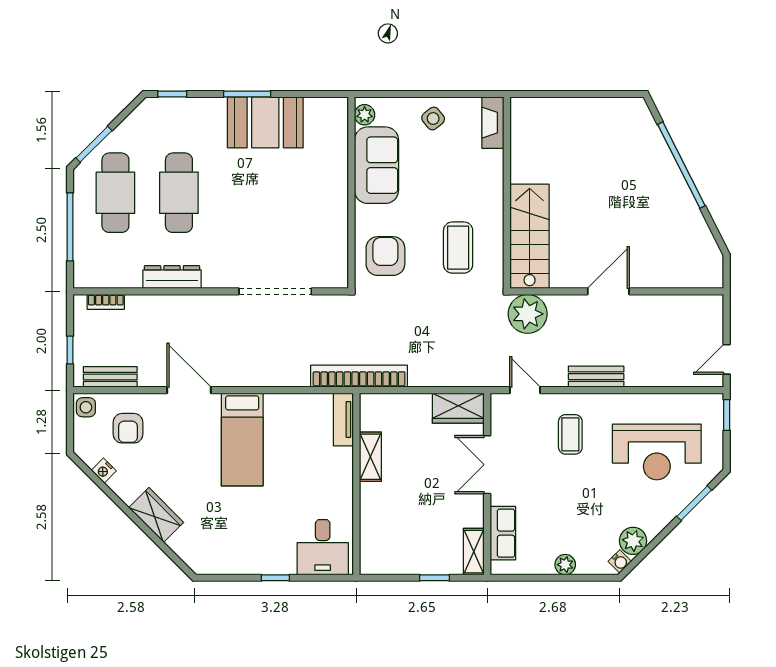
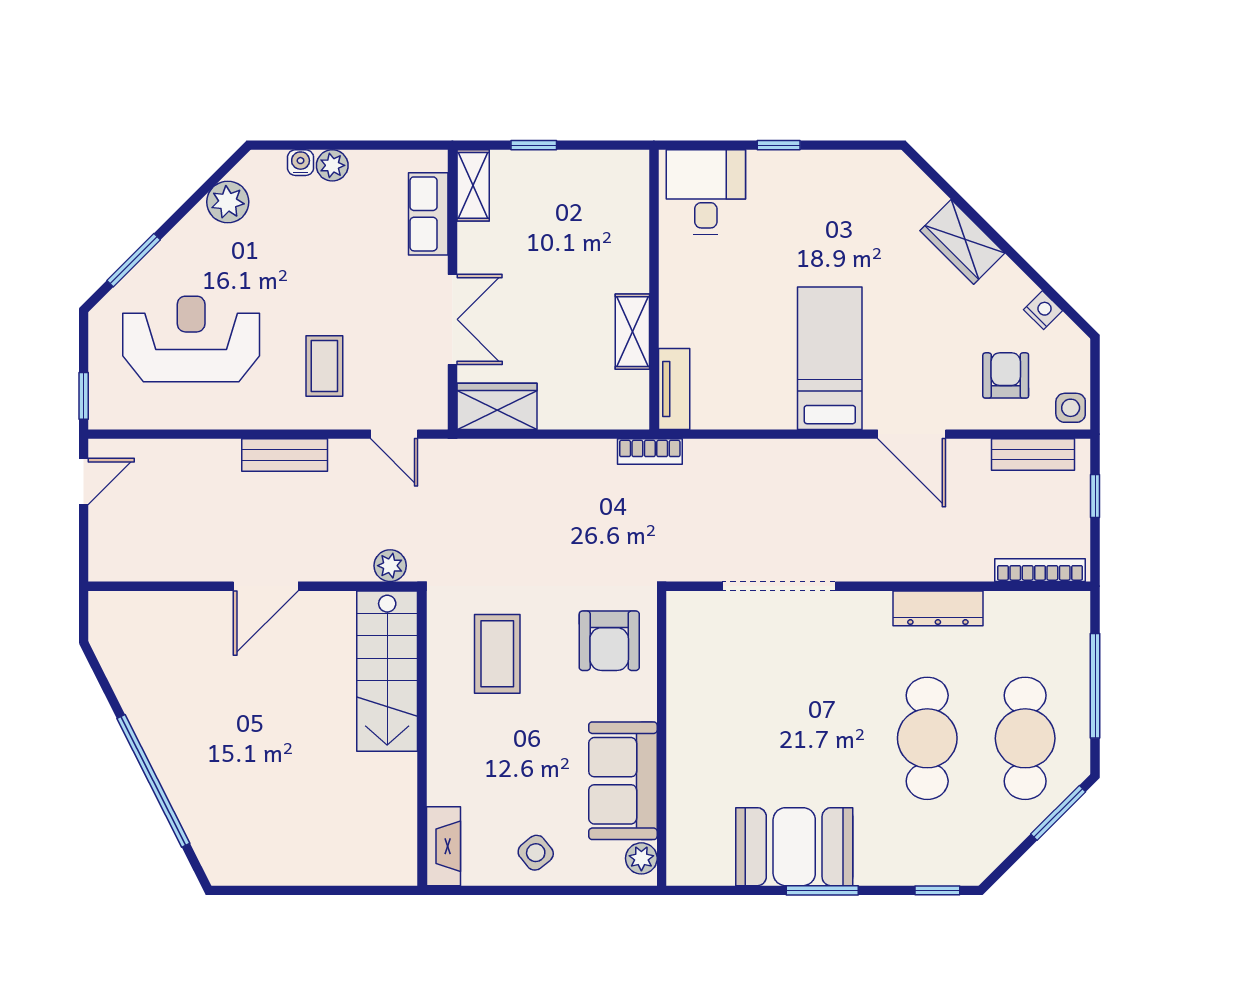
bookcase: (106, 302) -> (1040, 570), width x1.56
plant: (528, 314) -> (390, 566), width x0.53, depth x0.53
bookcase: (359, 376) -> (650, 452), width x0.43, depth x0.76
water cooler: (620, 561) -> (301, 163), moved, turned 45

